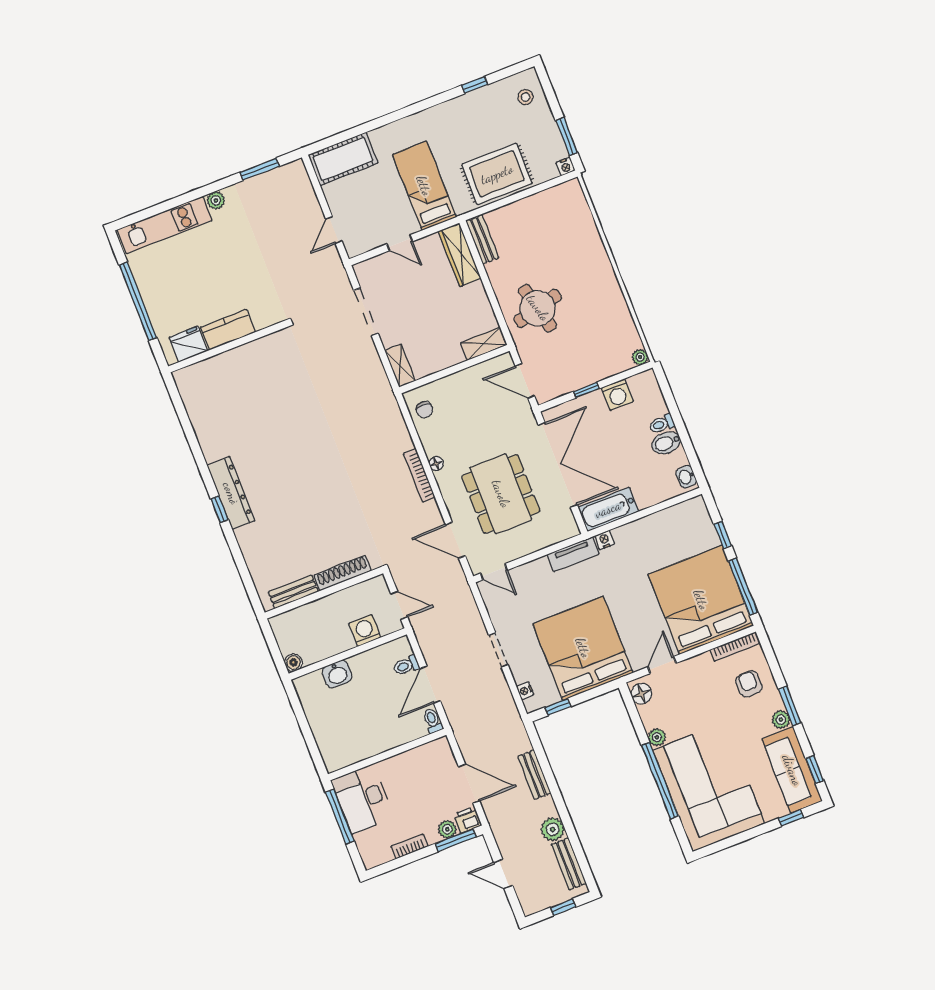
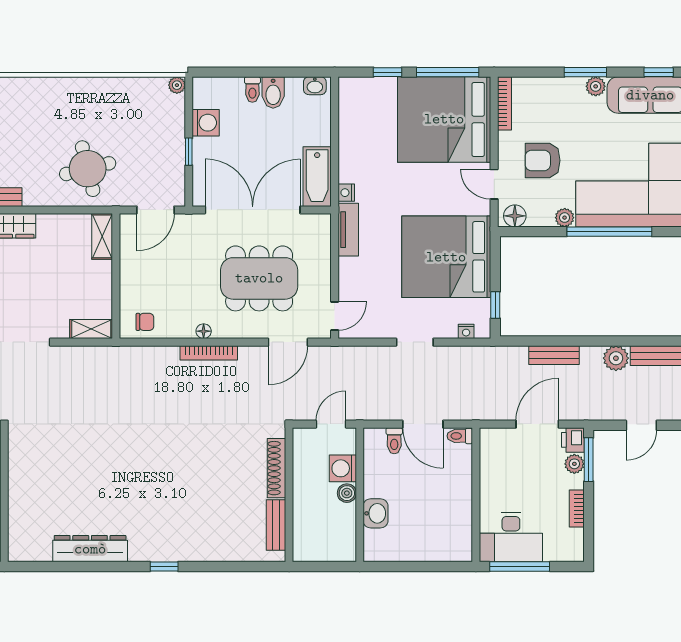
dresser: (231, 493) -> (90, 549), moved
boiler: (293, 662) -> (347, 493), moved
armchair: (749, 684) -> (543, 160), moved, width x1.38, depth x1.38

